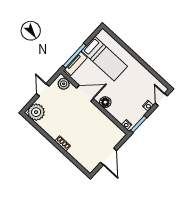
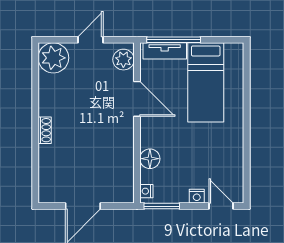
door: (161, 100) -> (221, 206), hinge flipped
floor lamp: (105, 102) -> (150, 159), moved

